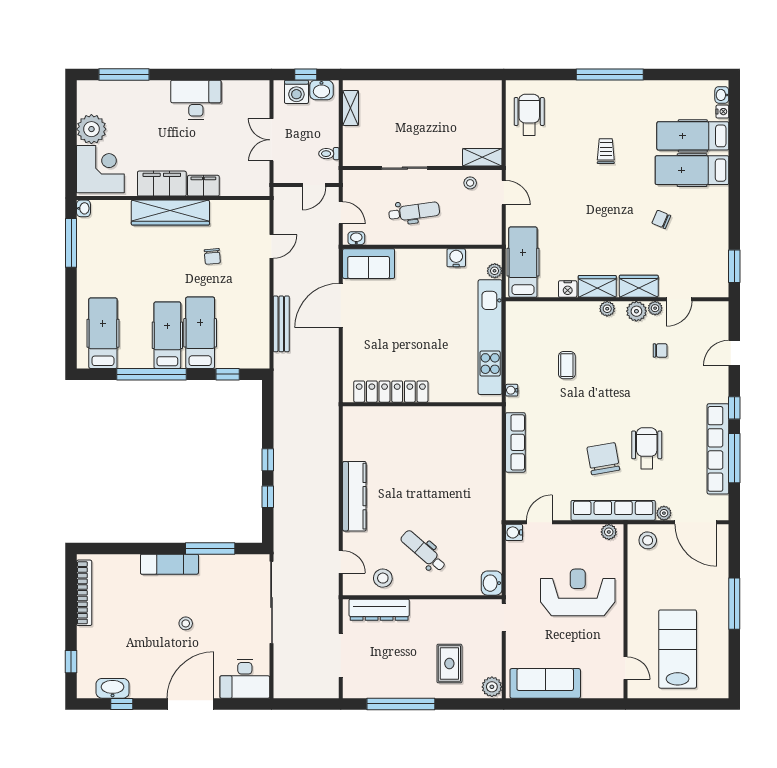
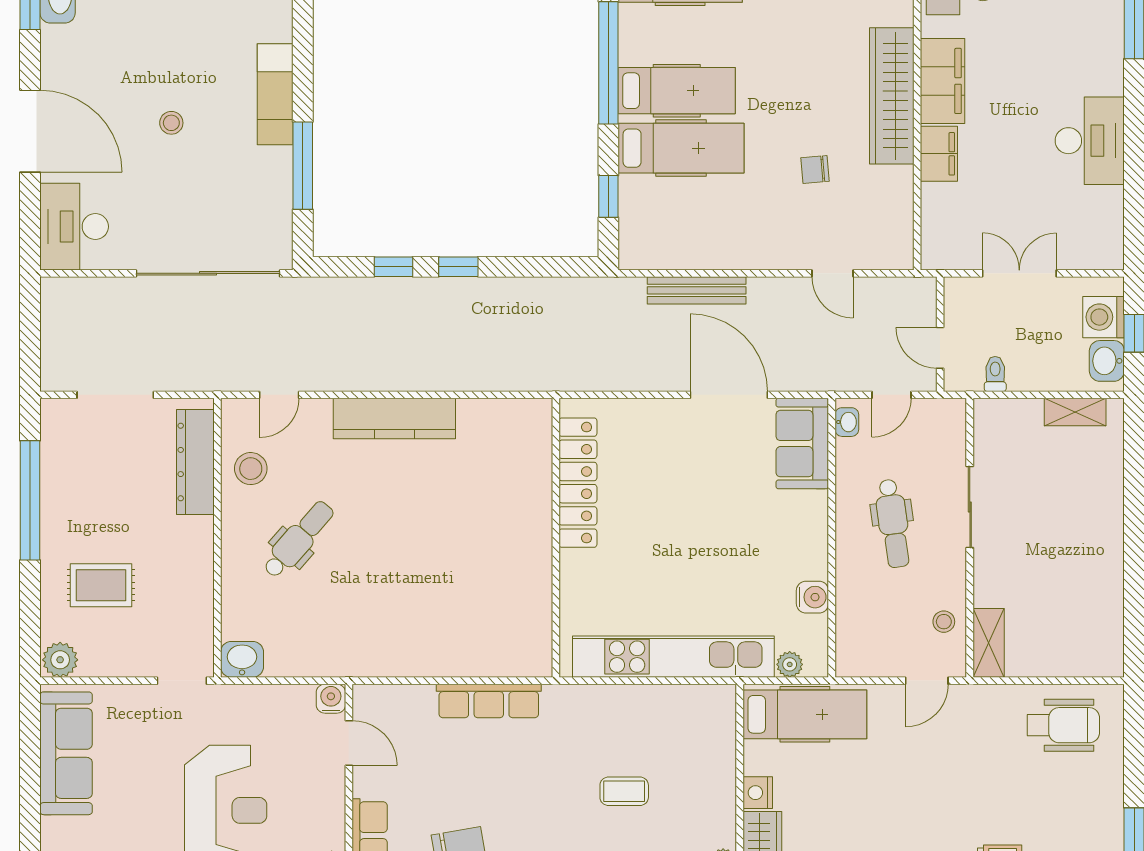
water cooler: (512, 390) -> (580, 695), removed

